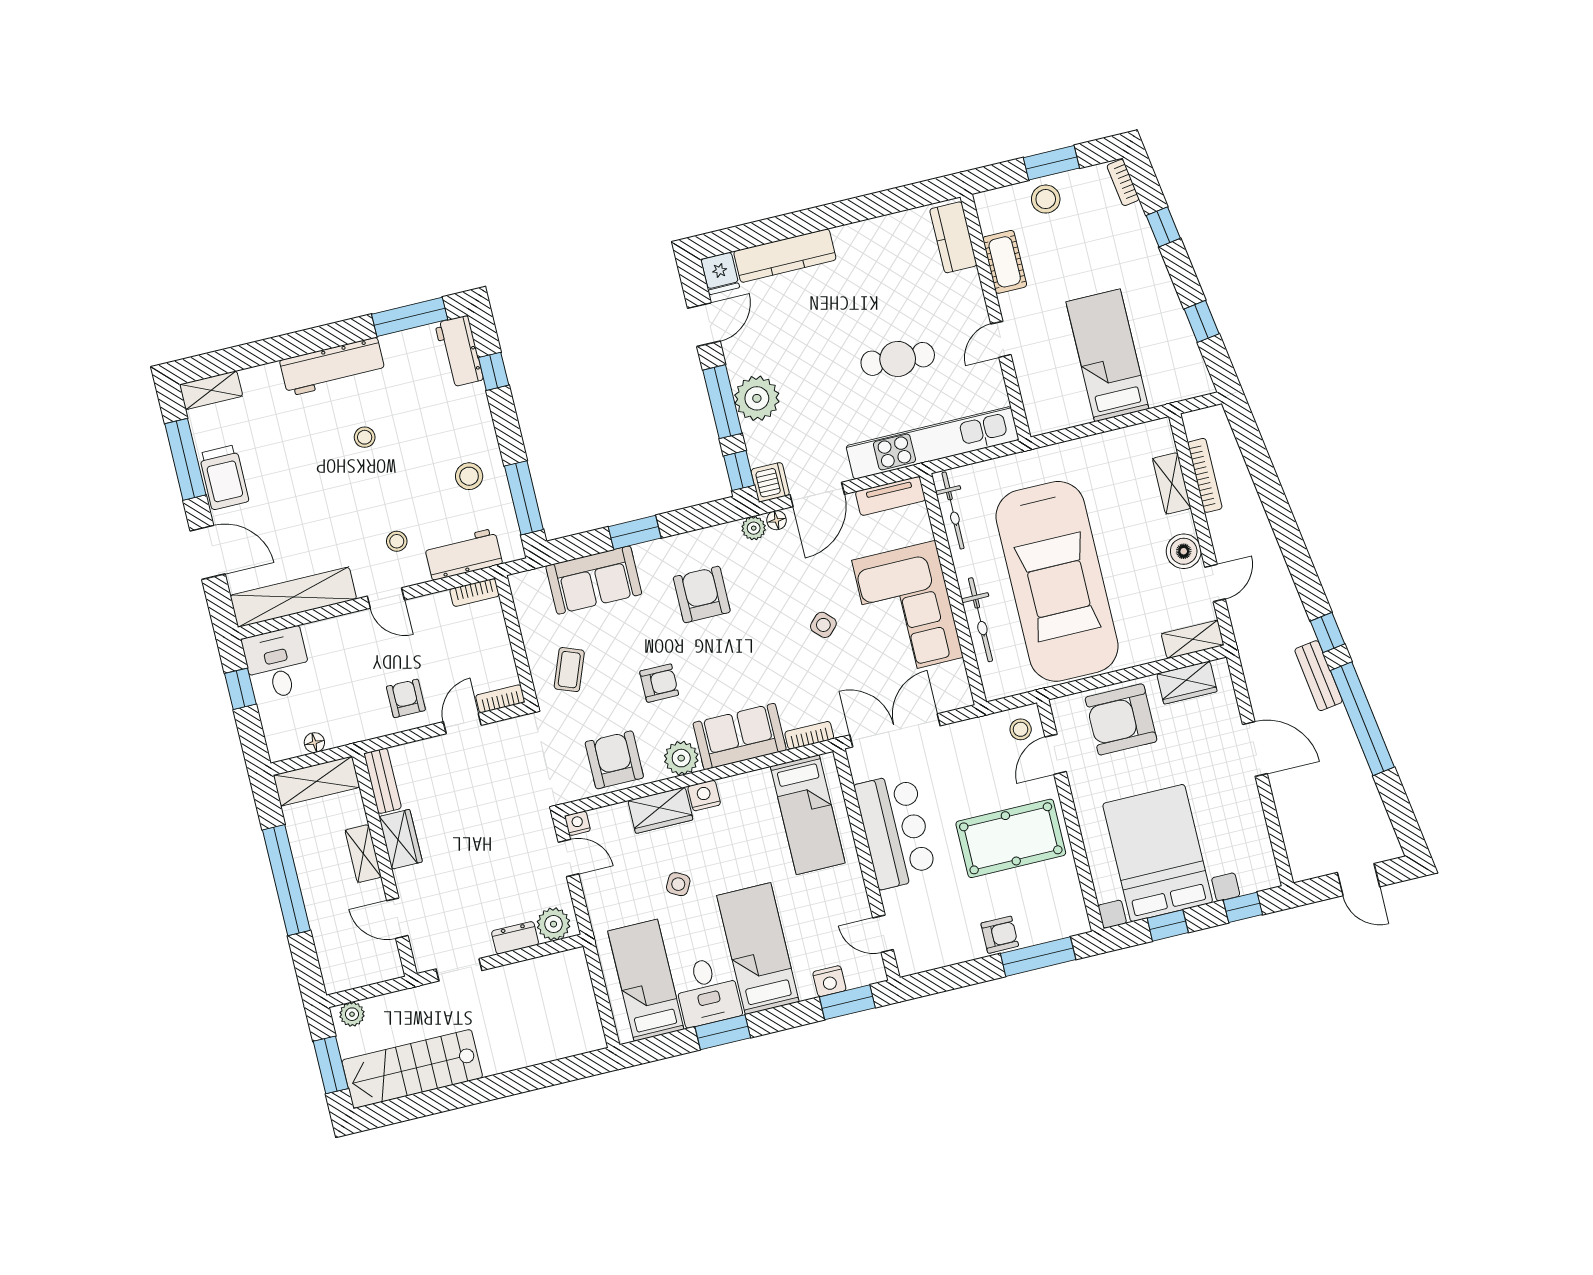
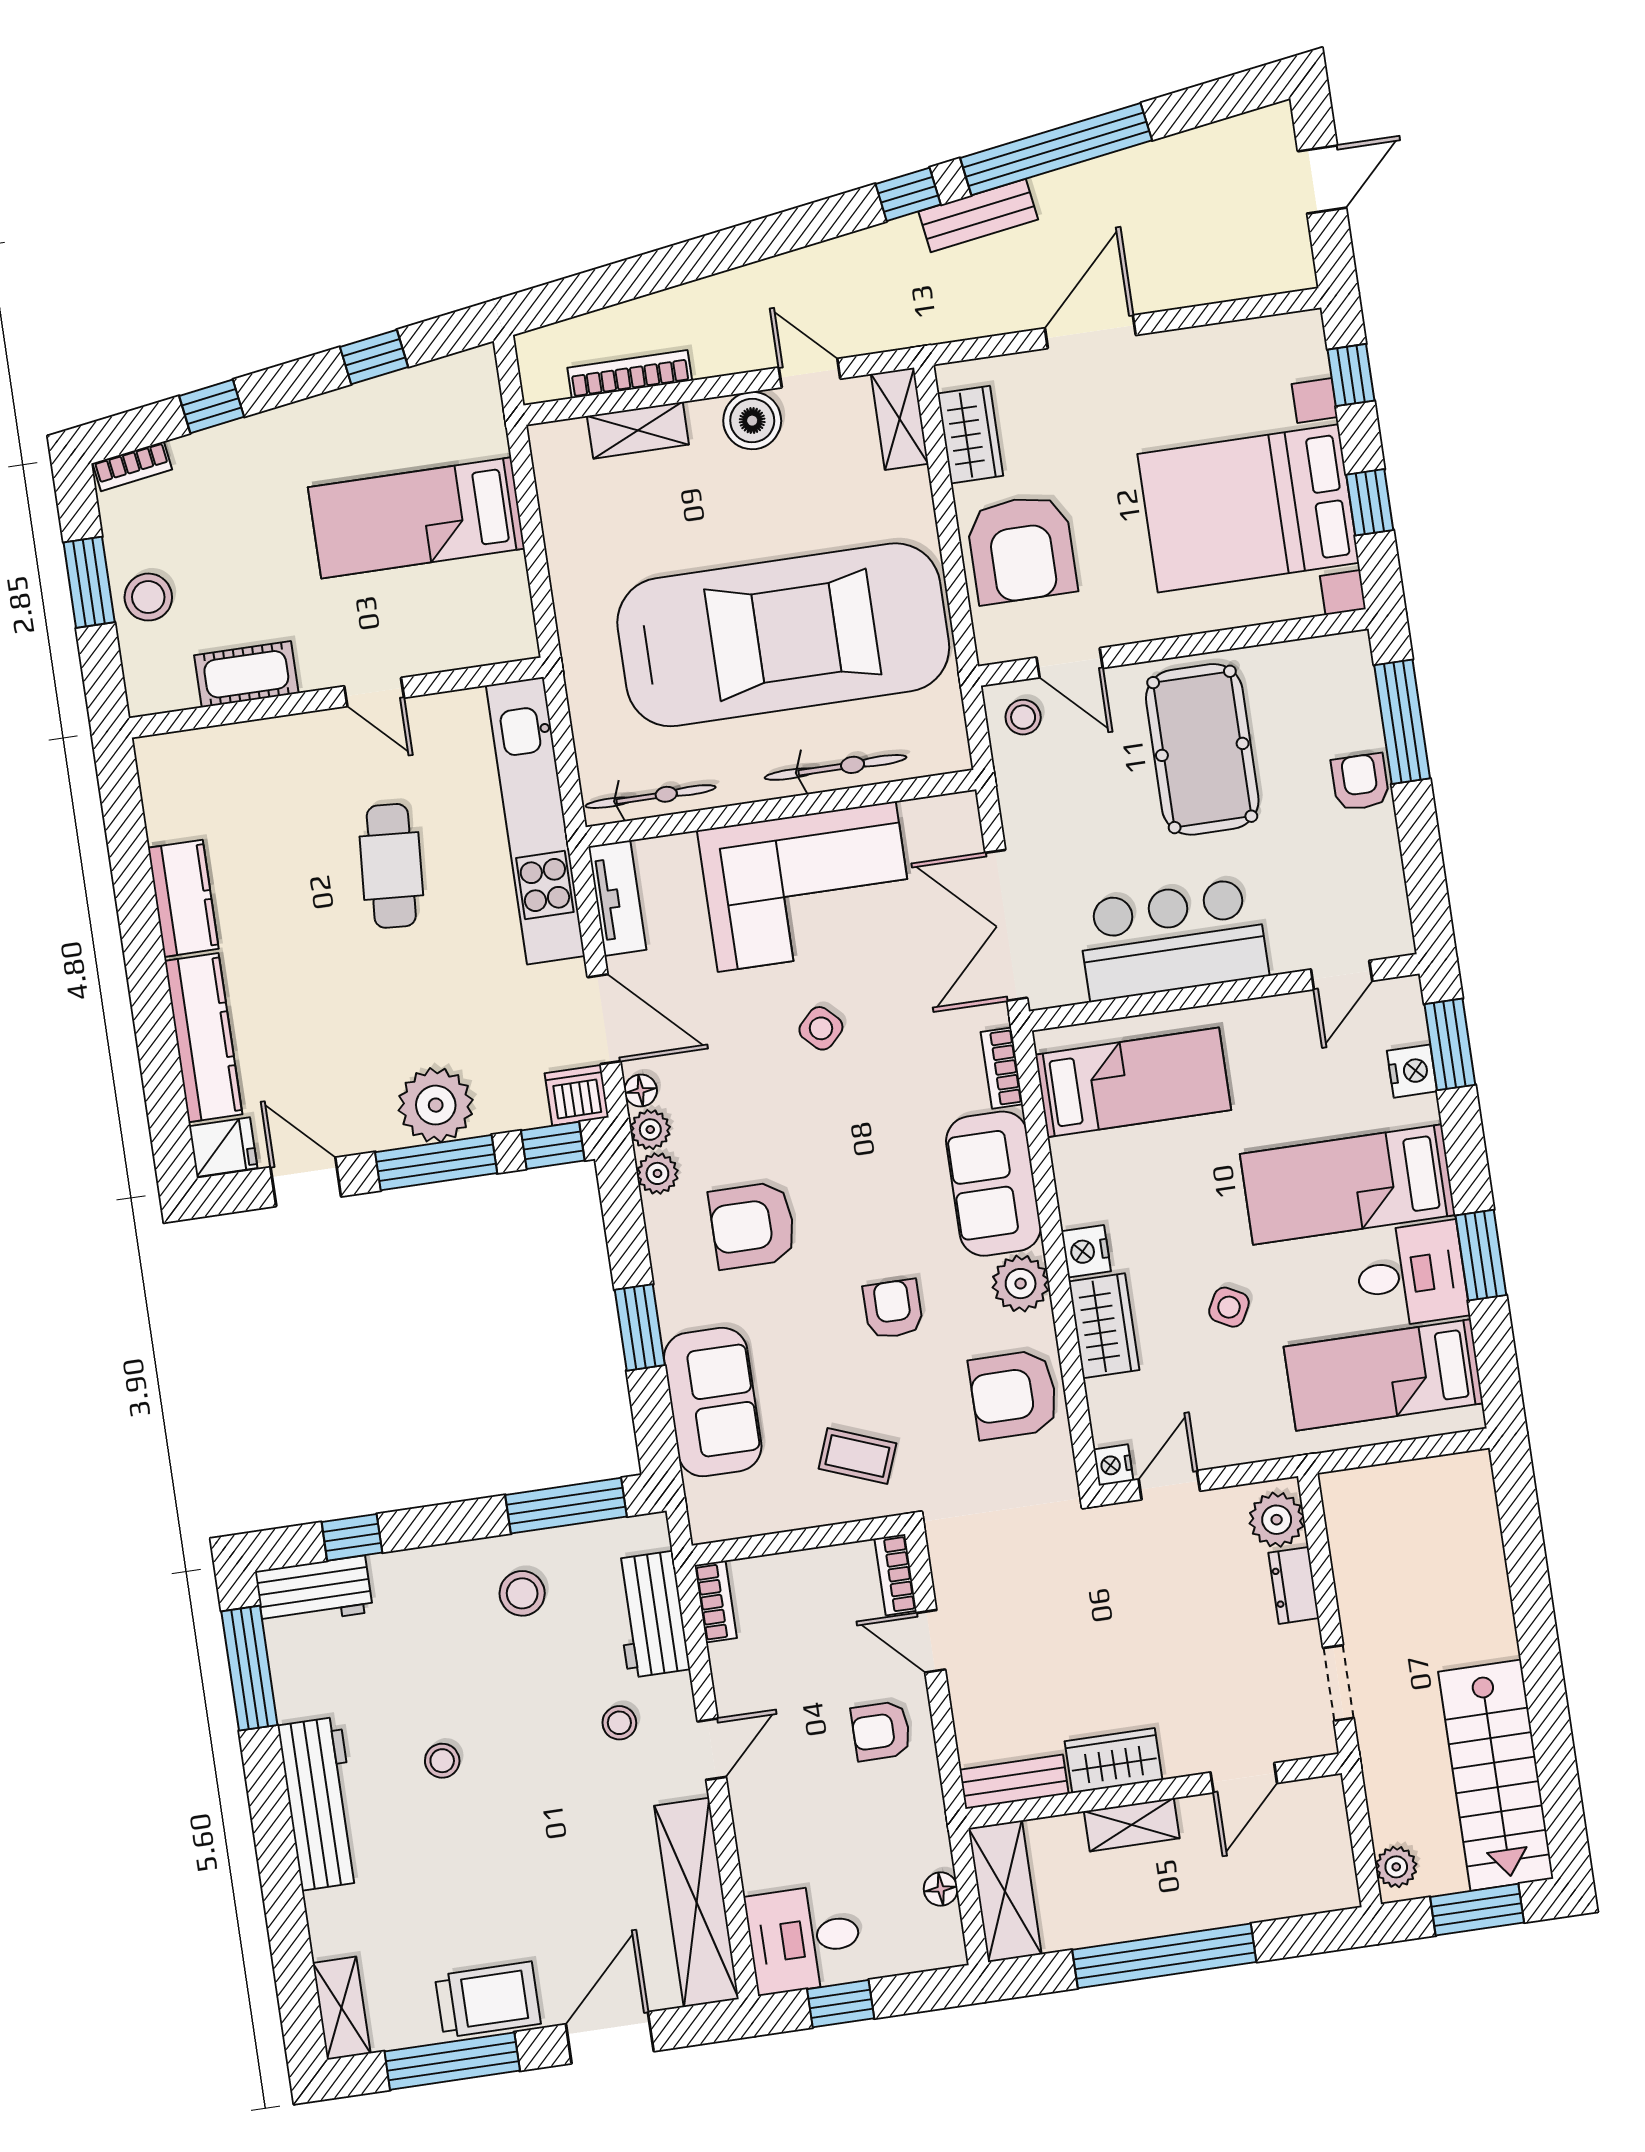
kitchen counter: (953, 237) -> (183, 898), moved, turned -90
plant: (728, 535) -> (657, 1173), added

